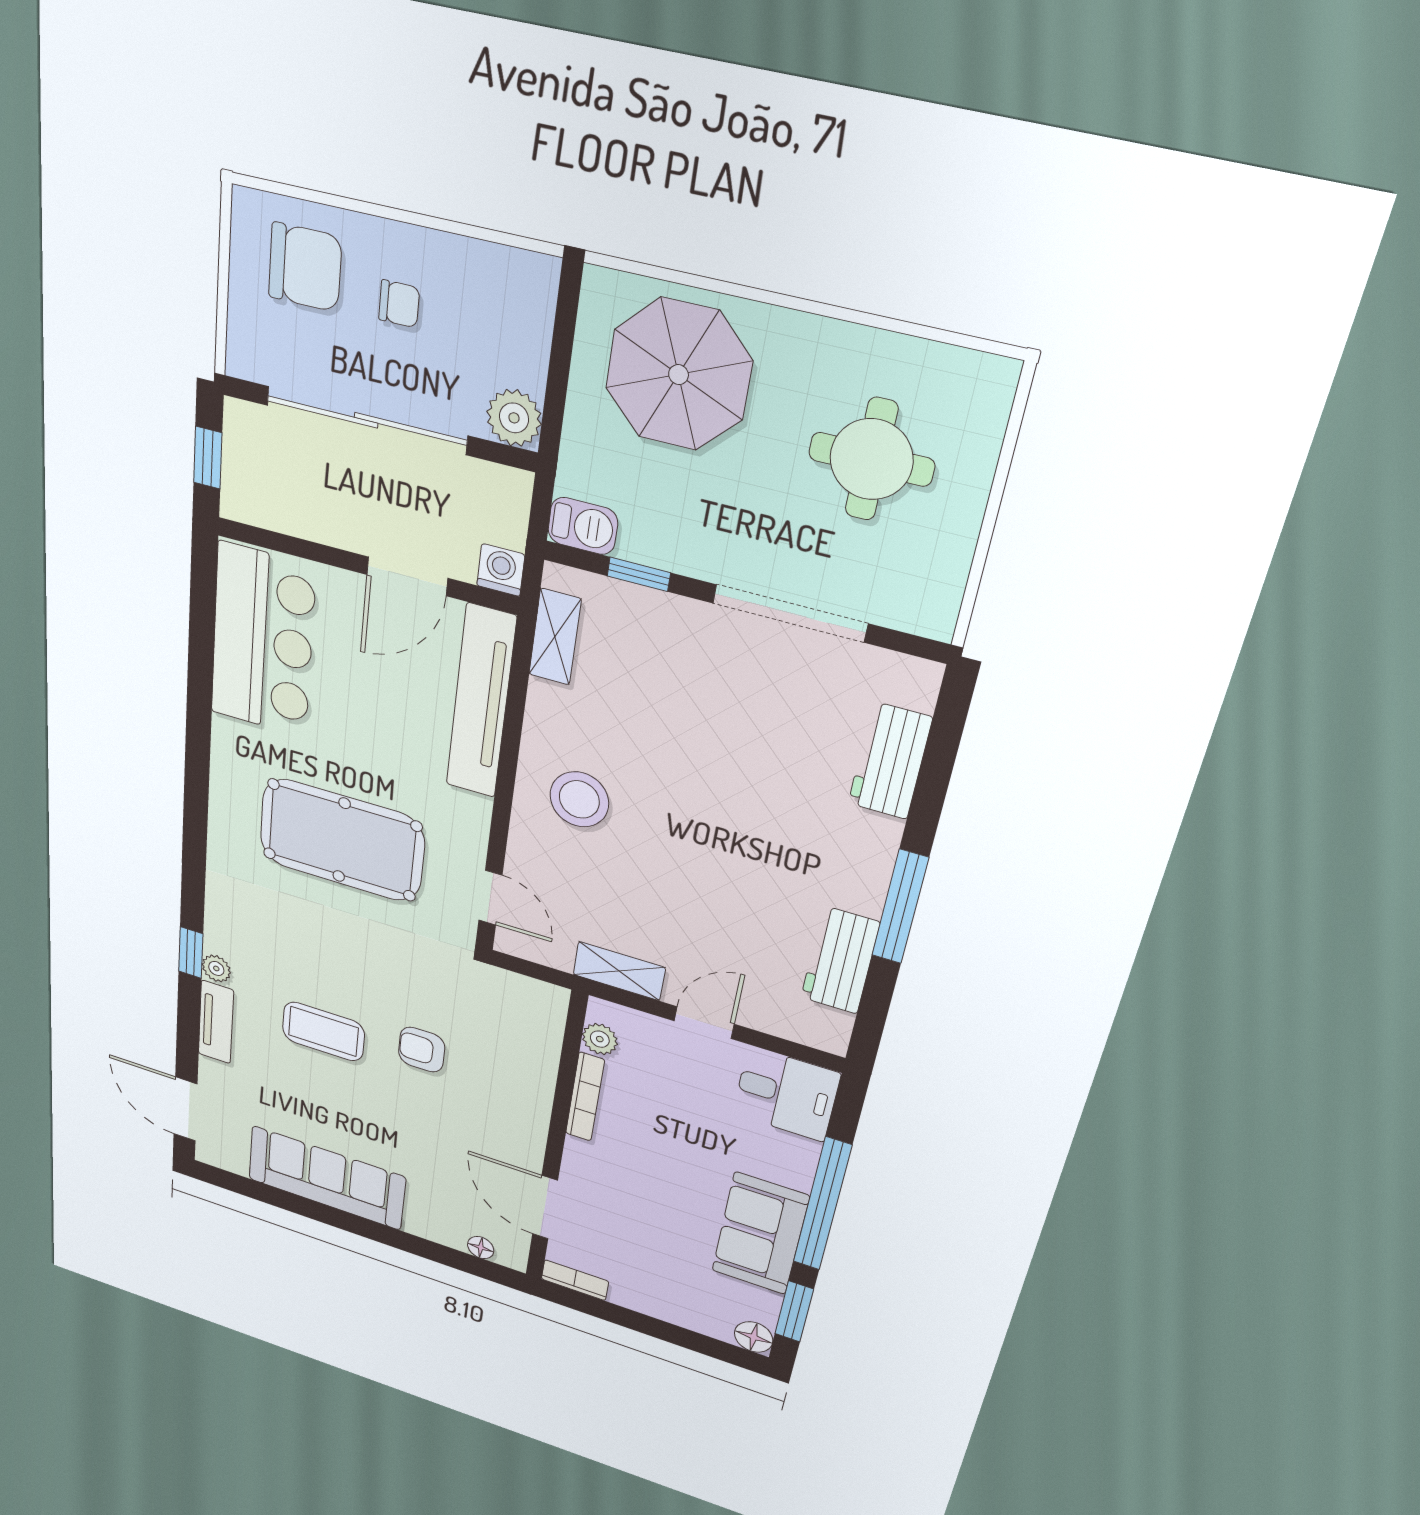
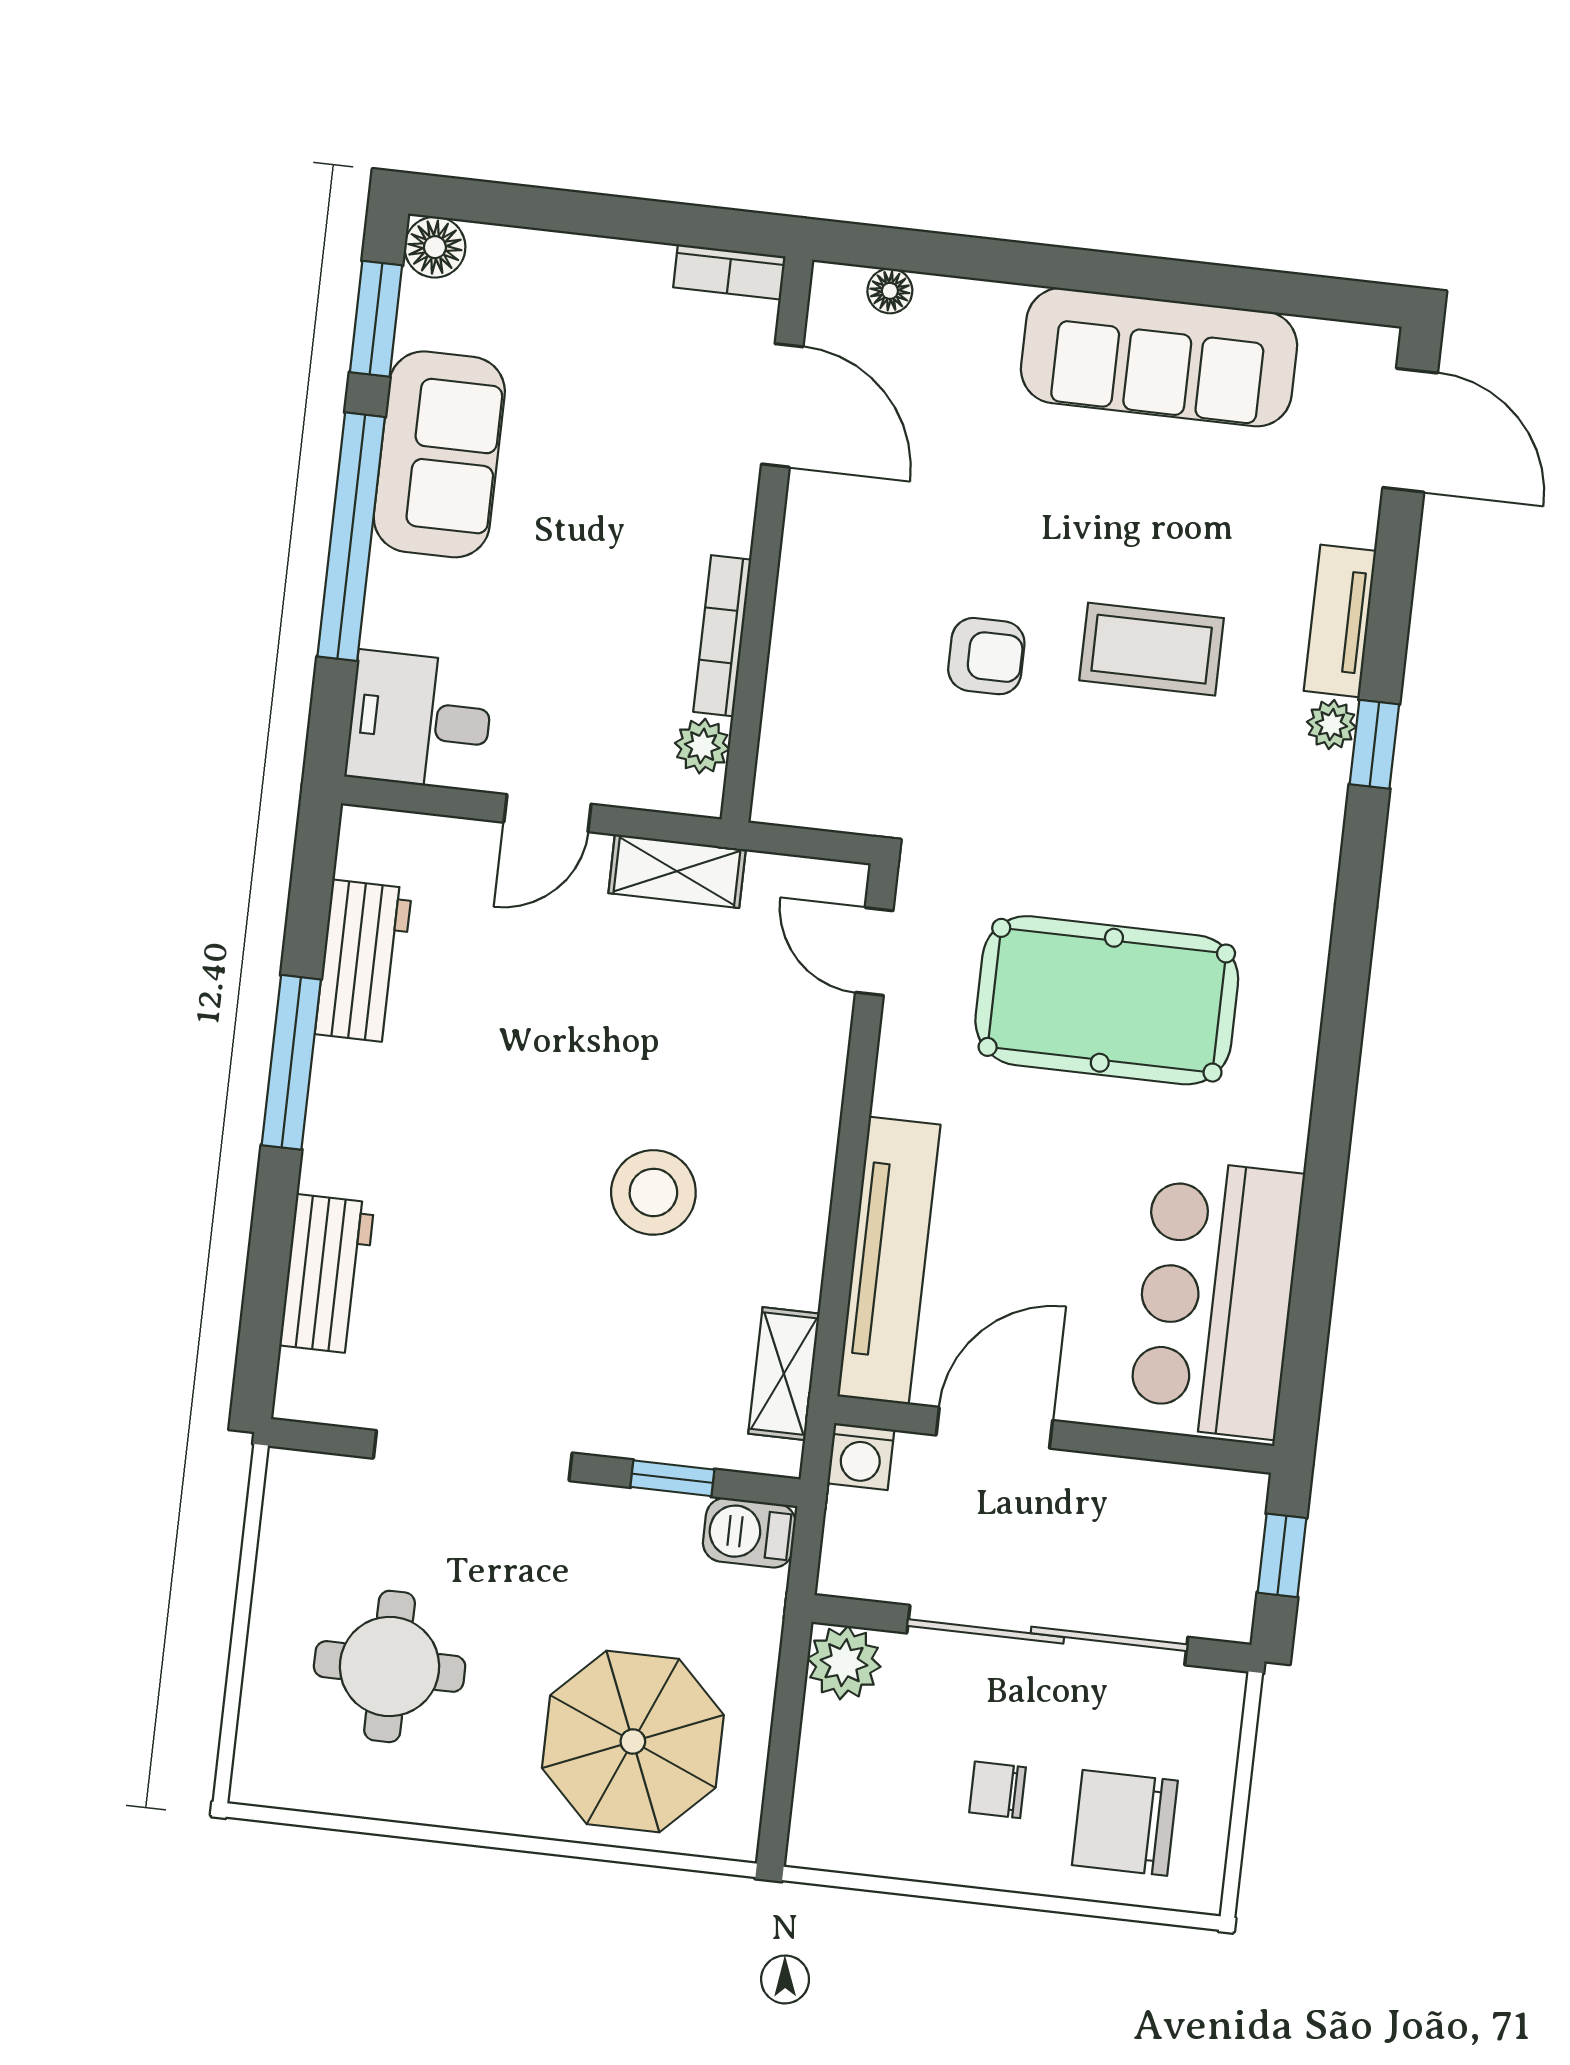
stool: (579, 799) -> (653, 1192), moved

